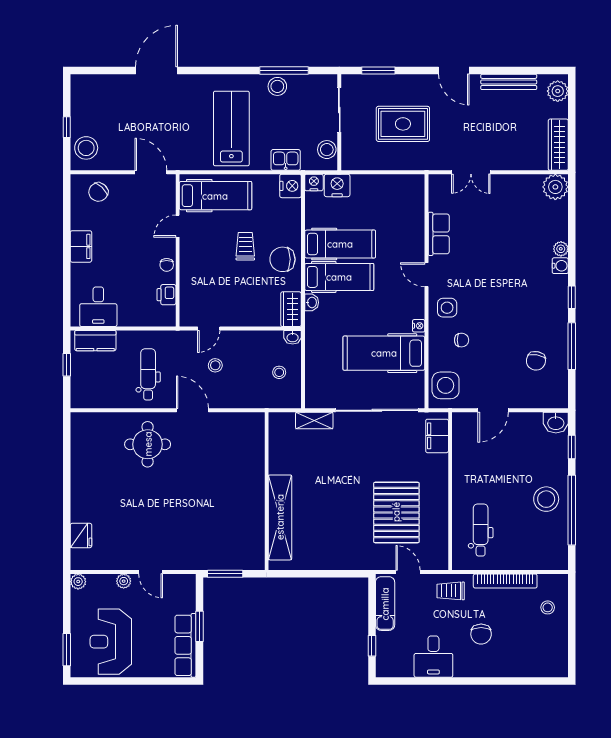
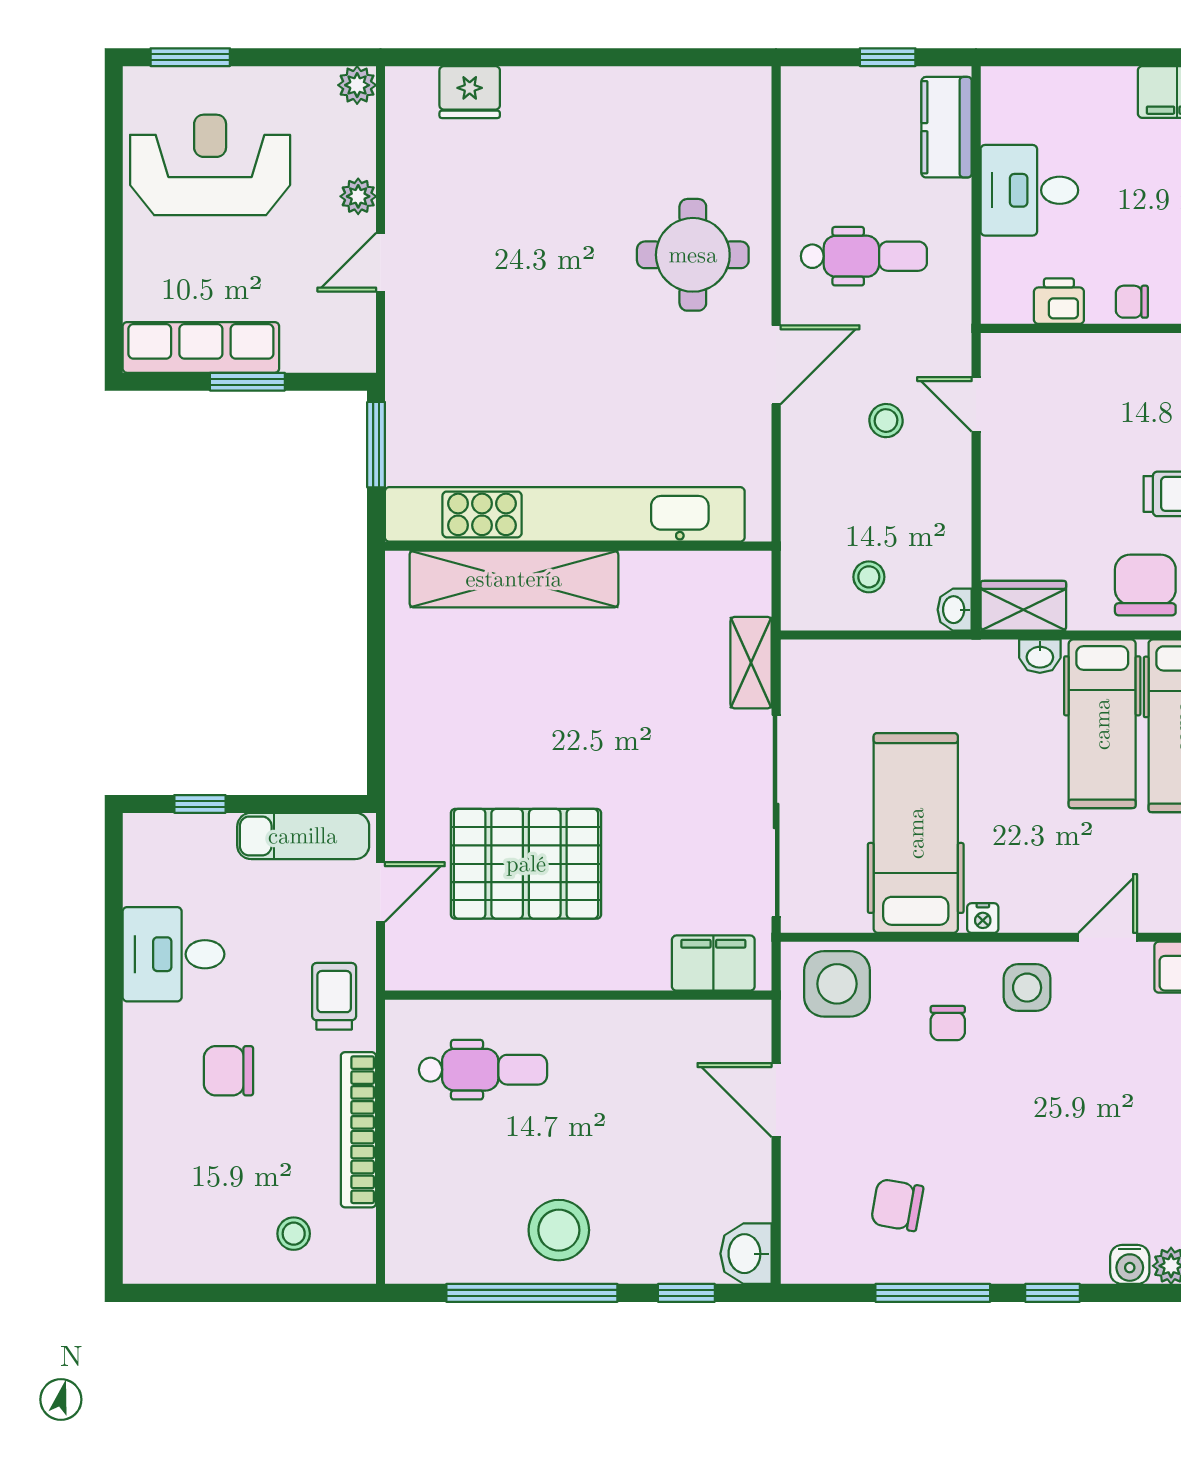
desk: (98, 307) -> (1029, 190), moved
kitchen unit: (254, 497) -> (565, 514), added

